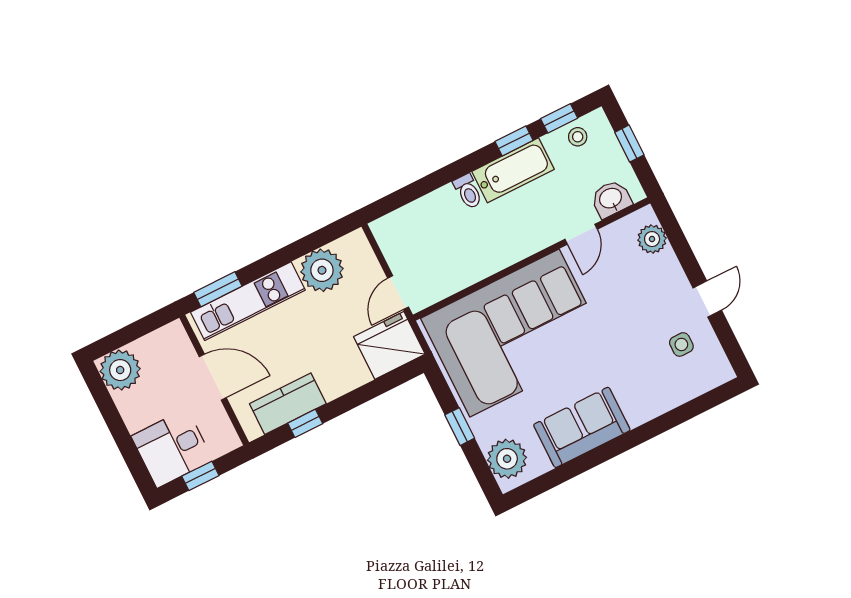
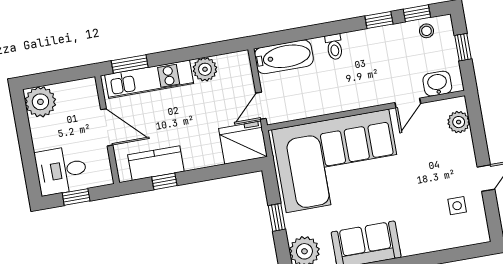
bathtub: (513, 170) -> (284, 57), moved
plant: (322, 270) -> (205, 69), width x0.73, depth x0.73

